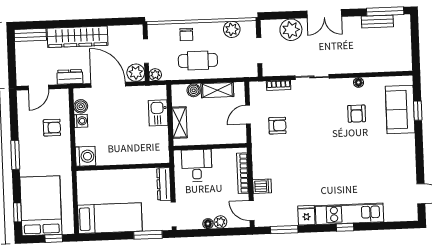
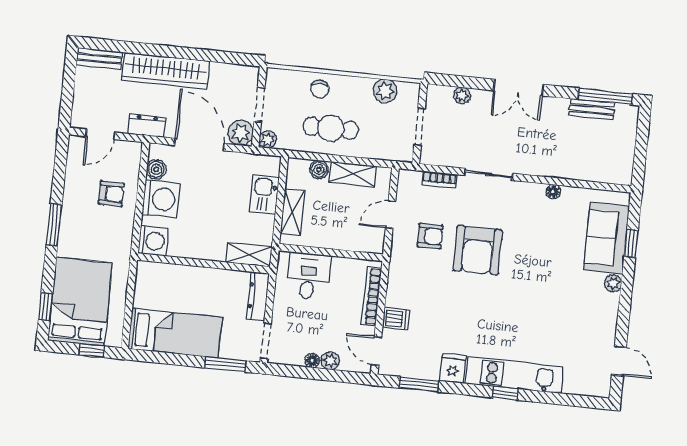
plant: (291, 30) -> (462, 96), width x0.53, depth x0.53
armchair: (357, 114) -> (478, 250), moved, width x1.88, depth x1.88
washing machine: (81, 121) -> (161, 199), width x1.89, depth x1.89
plant: (409, 140) -> (613, 283), added
shelving: (153, 156) -> (249, 255), added

